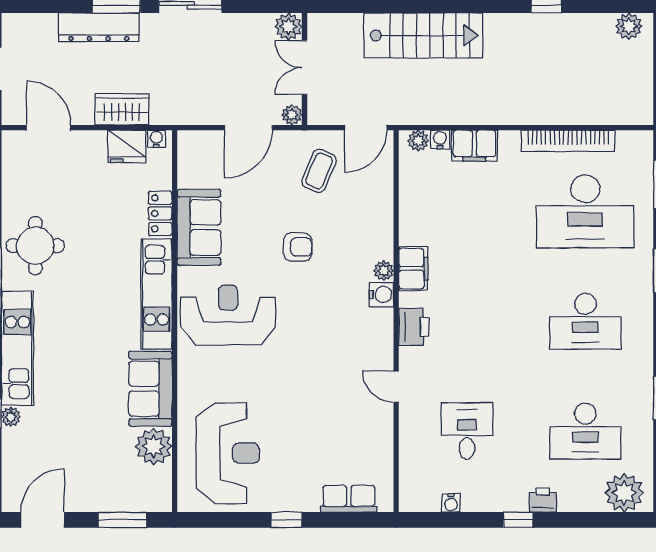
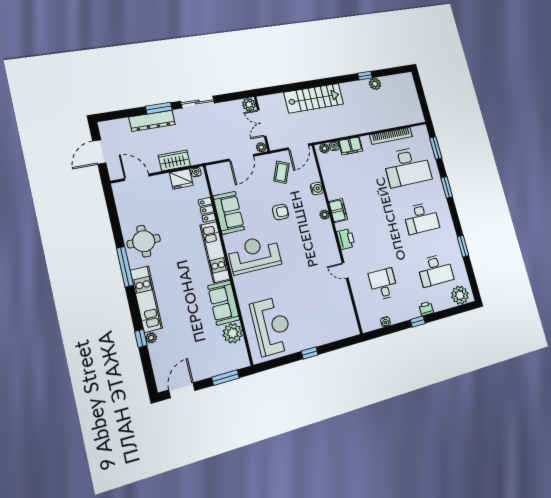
plant: (629, 26) -> (375, 84), moved
water cooler: (382, 295) -> (317, 189), moved
row of seats: (349, 499) -> (337, 333), removed

